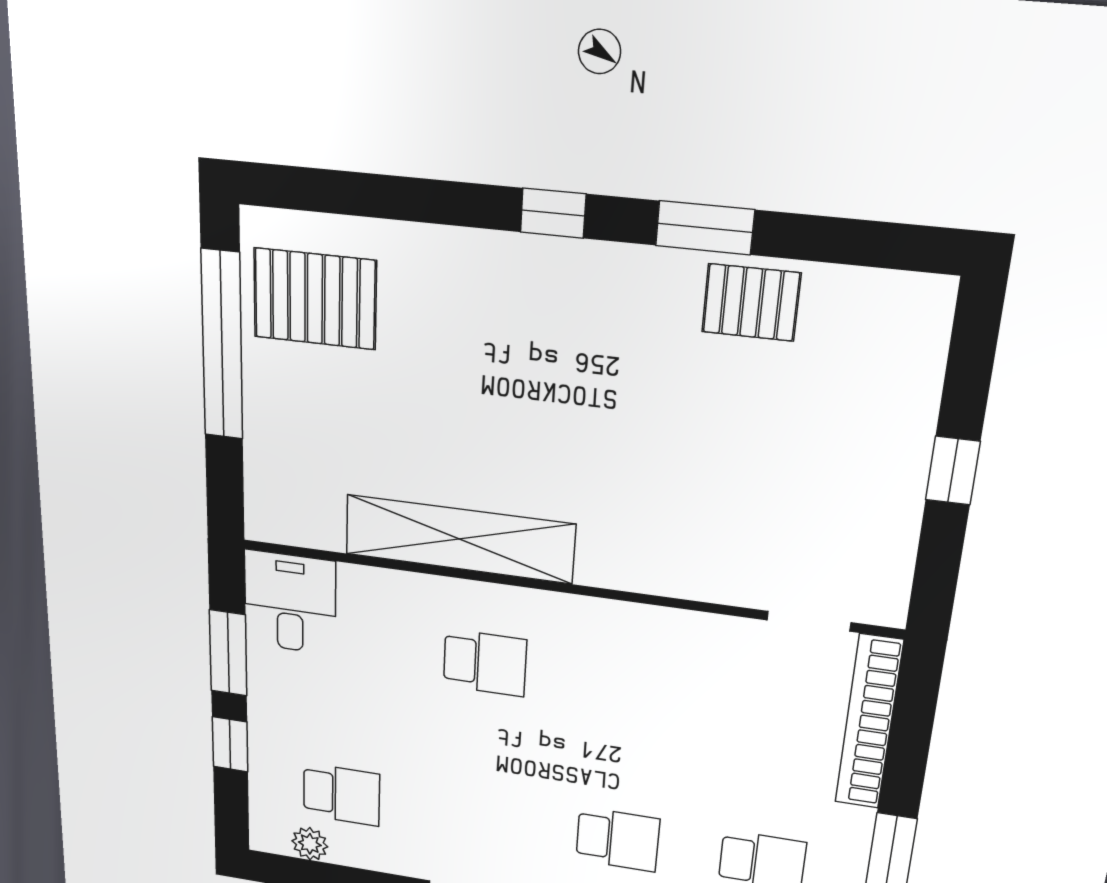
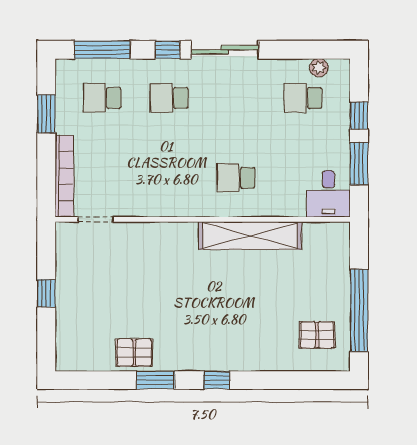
pallet: (315, 299) -> (317, 335), width x0.67, depth x0.71

